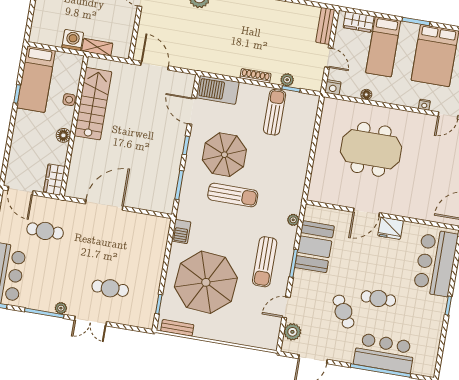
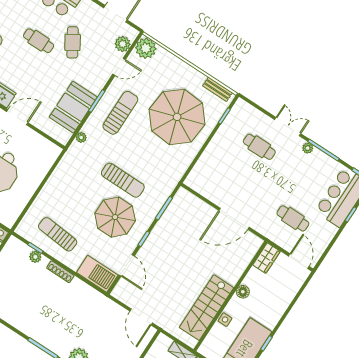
sun lounger: (275, 112) -> (58, 234), turned 95
sun lounger: (233, 195) -> (123, 180), turned 180
barbecue: (181, 232) -> (179, 168), removed
plant: (267, 338) -> (146, 48), added

